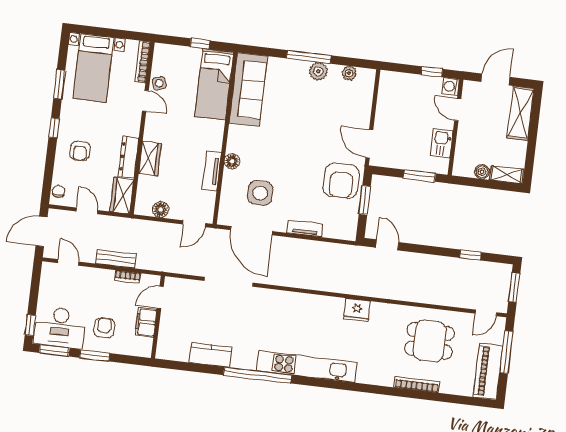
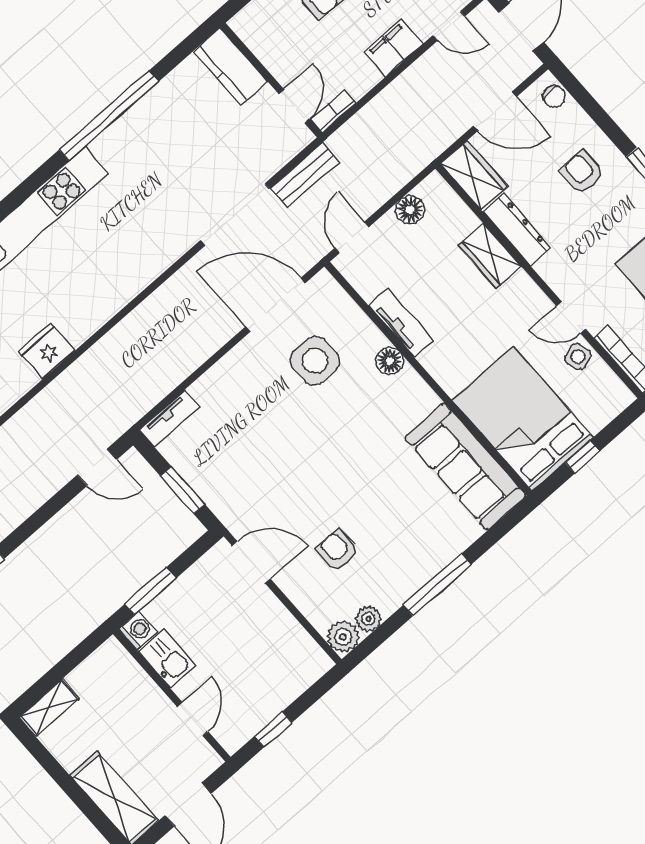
plant: (318, 71) -> (343, 637), moved
bed: (214, 84) -> (523, 419), width x1.50
washing machine: (451, 86) -> (138, 631), moved
door: (458, 110) -> (193, 719), hinge flipped
boiler: (482, 172) -> (82, 678), removed
armchair: (341, 181) -> (337, 550), moved, width x0.53, depth x0.53
door: (87, 211) -> (495, 111), width x1.37
tv unit: (305, 228) -> (170, 418), moved
bench: (116, 259) -> (305, 175), moved
bookcase: (128, 277) -> (333, 111), moved
filing cabinet: (146, 322) -> (394, 48), moved, turned -90
kitchen counter: (211, 355) -> (230, 66), moved, turned 90
window: (258, 375) -> (109, 116), moved

